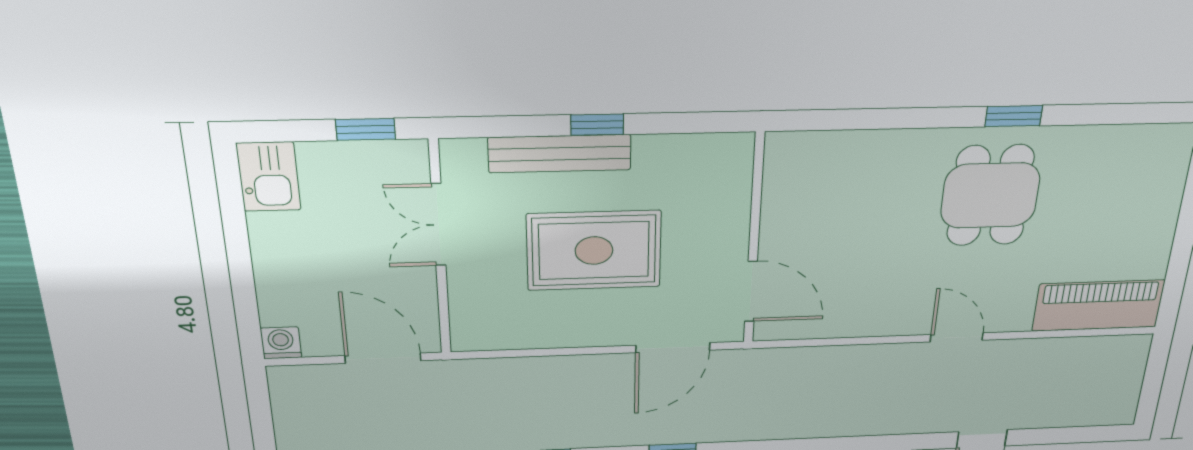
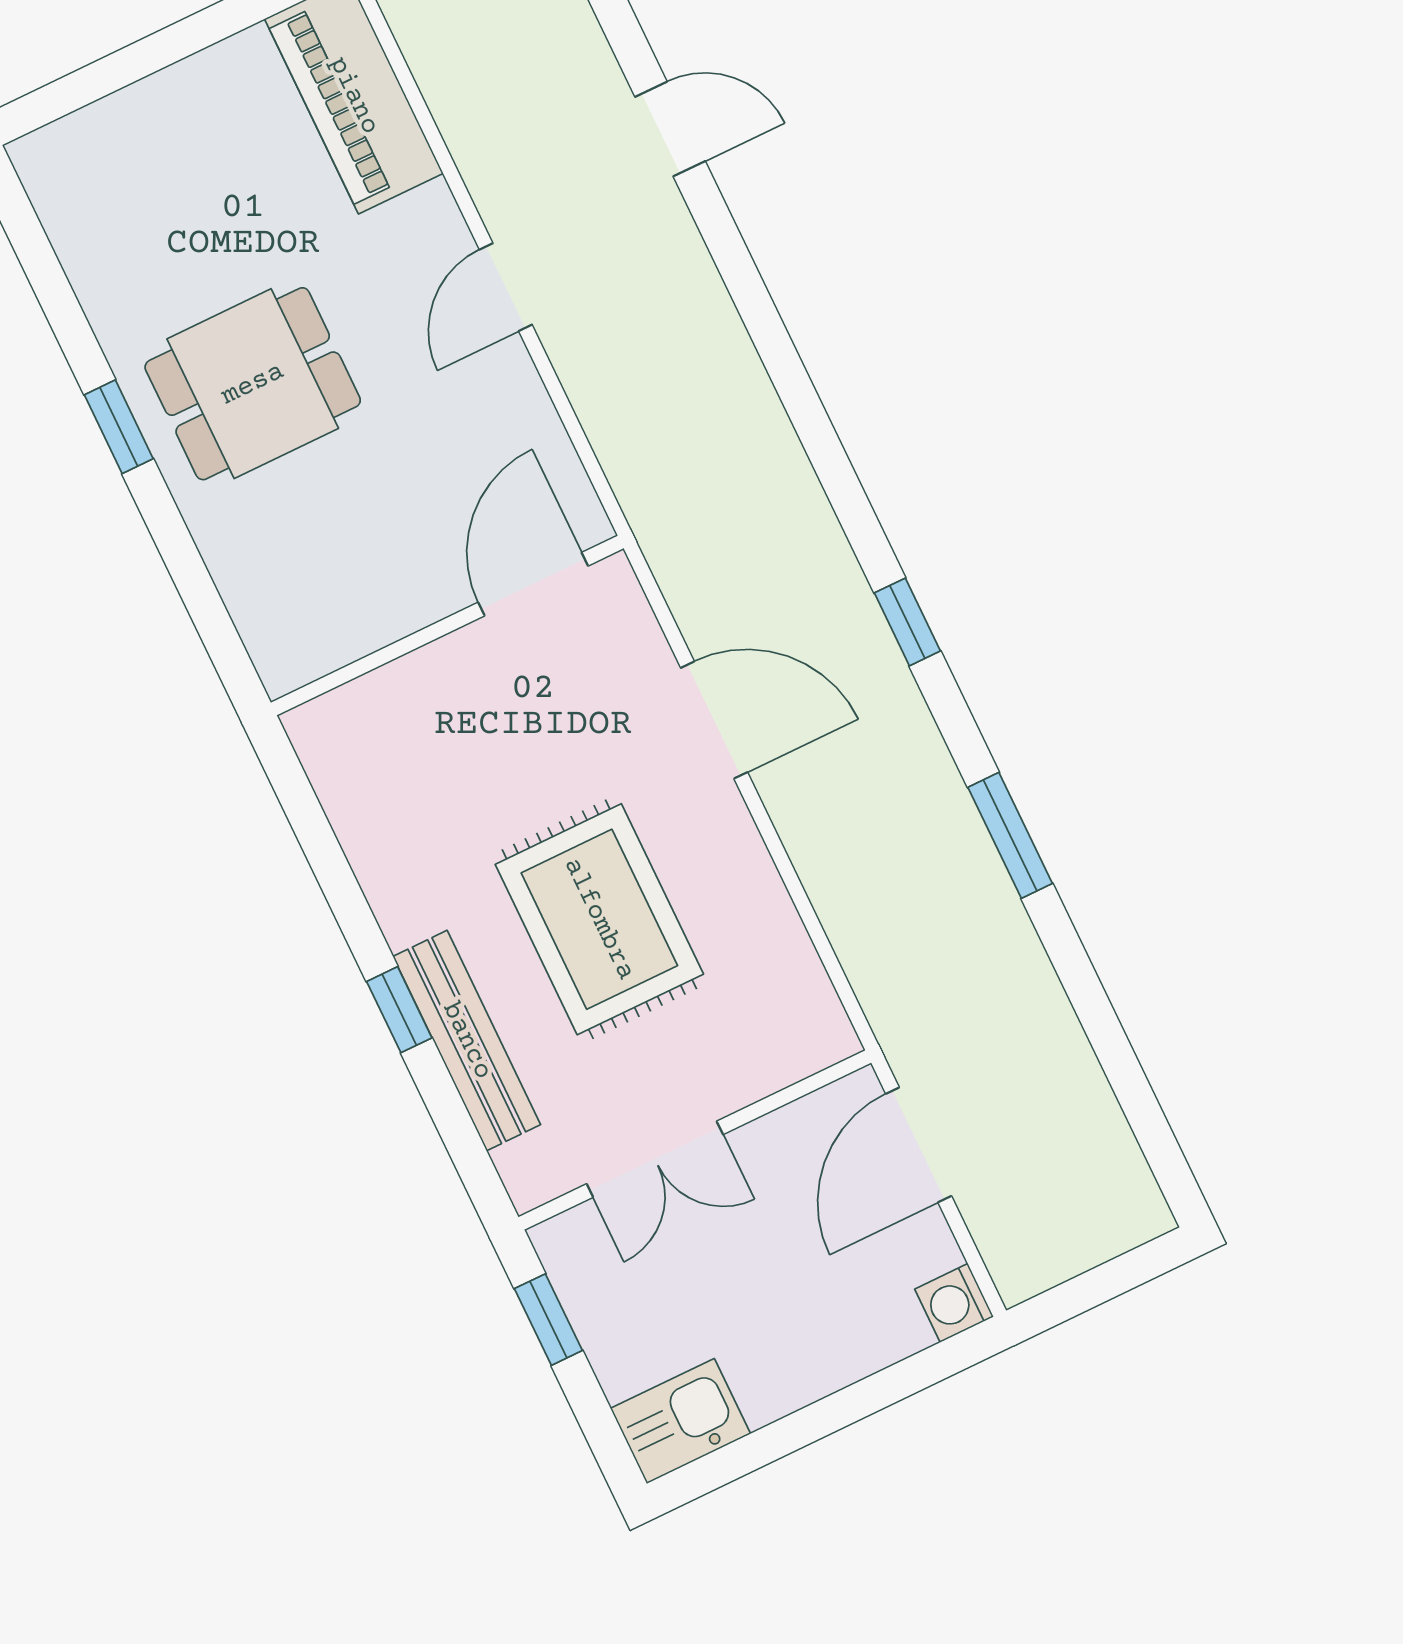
wall: (754, 241) -> (447, 625), moved
door: (751, 291) -> (533, 584), moved

